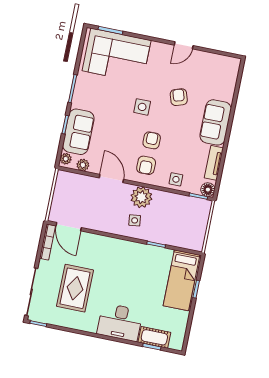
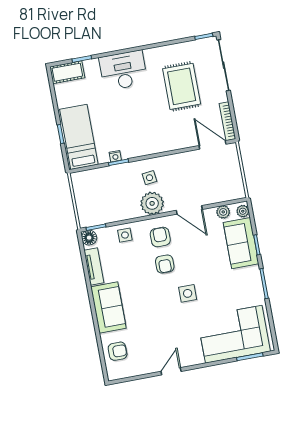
armchair: (179, 97) -> (118, 351), moved, turned -72
nightstand: (157, 251) -> (115, 156), added
cot: (154, 337) -> (67, 72), moved

